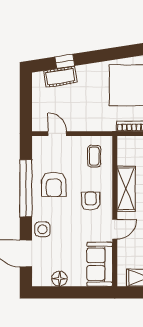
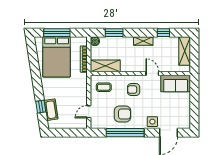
shelving: (126, 189) -> (105, 66), moved
floor lamp: (59, 279) -> (185, 110), removed

